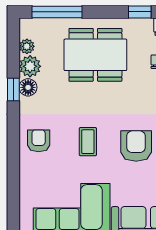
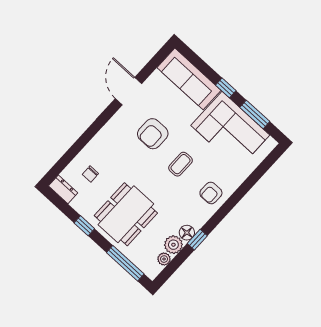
window: (140, 12) -> (84, 226), moved
dining table: (95, 55) -> (126, 214), turned 90

